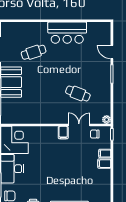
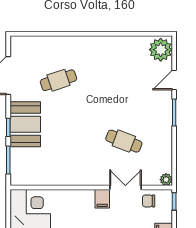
plant: (103, 32) -> (161, 50), added
bar counter: (67, 33) -> (108, 51), removed
door: (112, 52) -> (174, 80), hinge flipped

